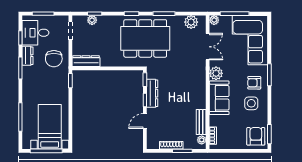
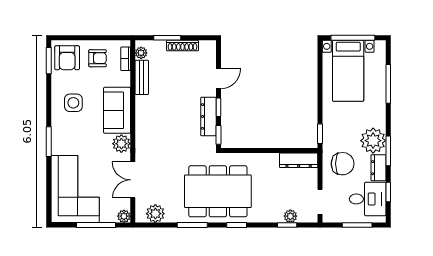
chair: (54, 59) -> (343, 164), turned 90
plant: (31, 76) -> (373, 141), added
armchair: (254, 83) -> (98, 58), moved

